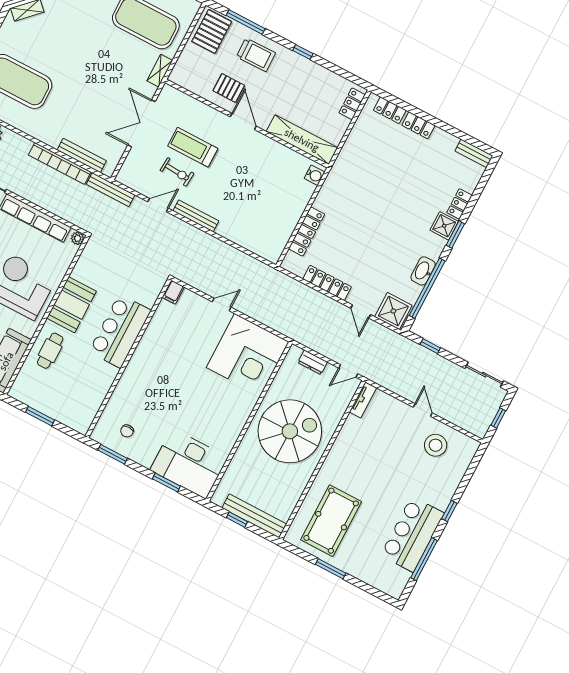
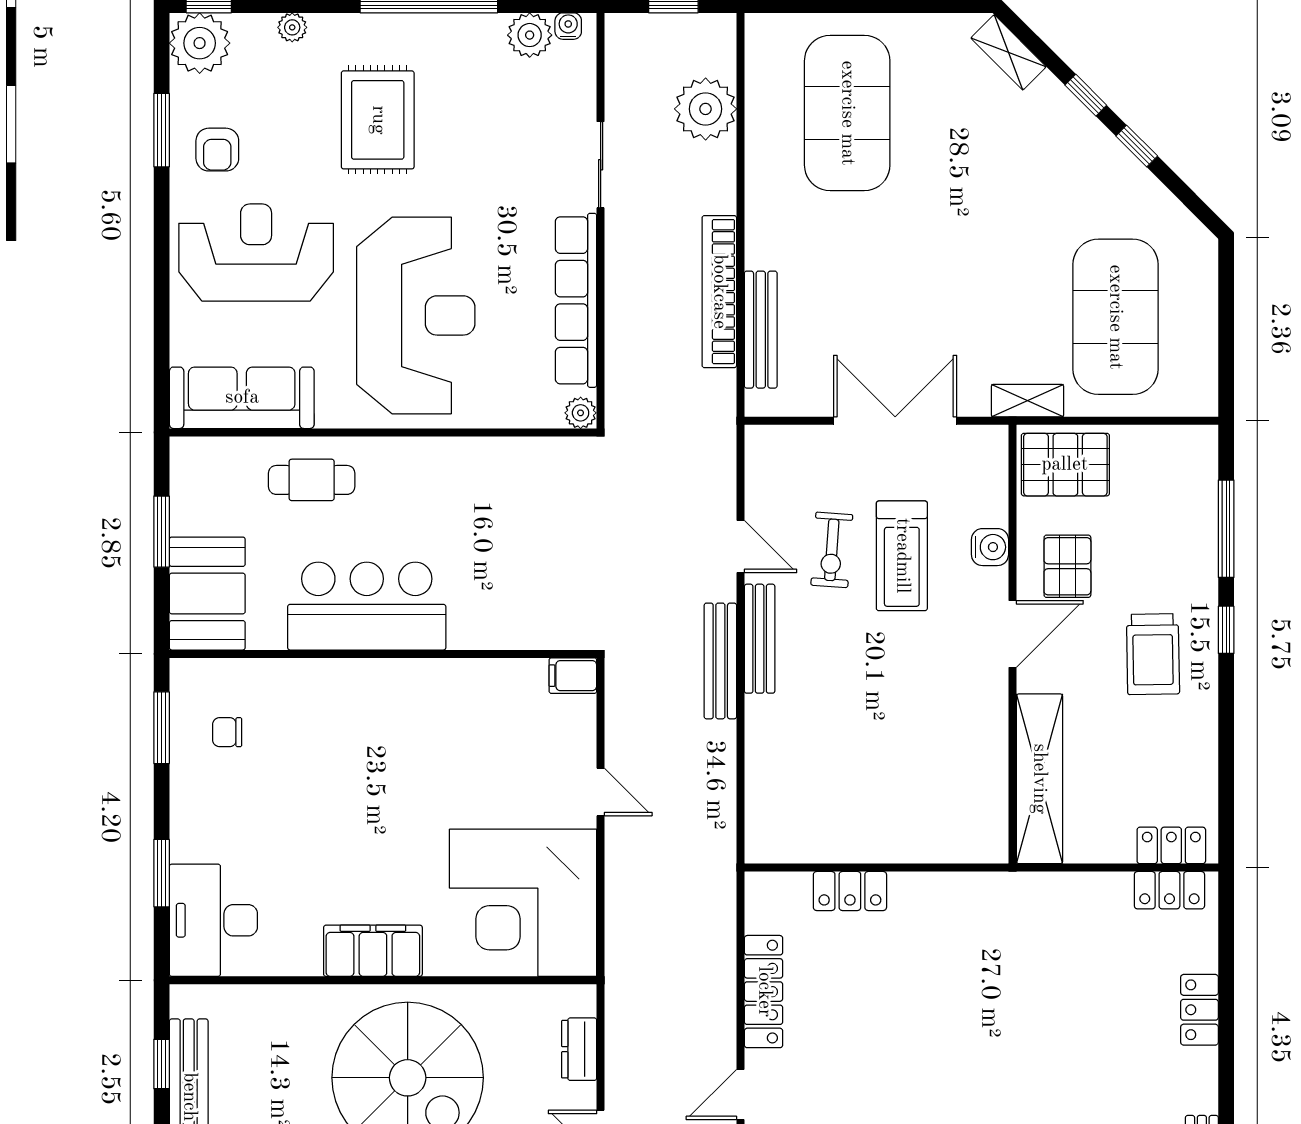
pallet: (212, 31) -> (1065, 465), moved
window: (303, 52) -> (1226, 630), moved
trolley: (256, 55) -> (1153, 654), moved
locker: (390, 110) -> (1169, 890), moved, turned -90
treadmill: (193, 147) -> (902, 556), turned 180
water cooler: (315, 175) -> (990, 547), moved, turned -90
bench: (111, 190) -> (720, 661), moved
locker: (307, 231) -> (850, 891), width x0.66
booth: (72, 305) -> (207, 594), moved, turned 90
bar counter: (120, 331) -> (367, 606), moved
filing cabinet: (236, 419) -> (373, 951), added
desk: (189, 464) -> (213, 920), width x0.73, depth x0.77

